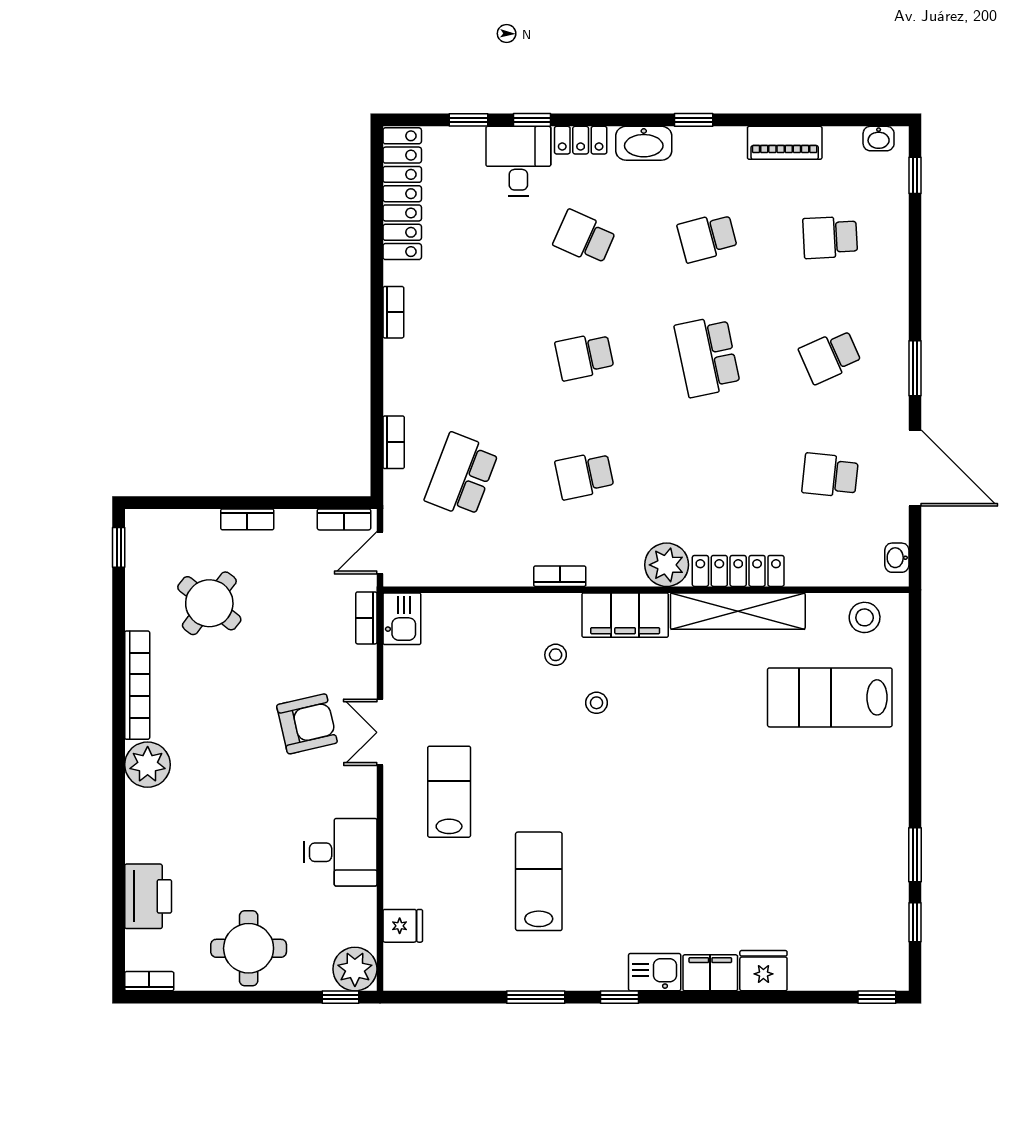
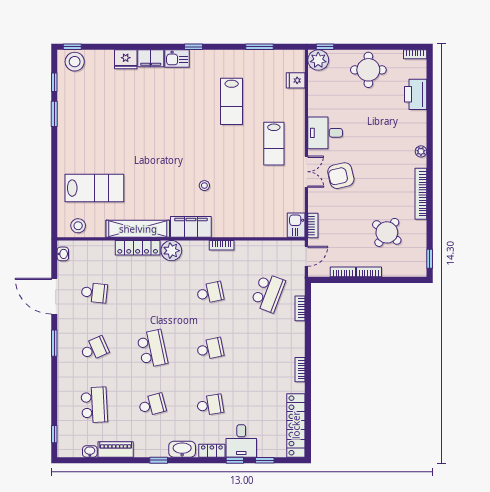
washbasin: (879, 139) -> (90, 451), moved
school desk: (584, 237) -> (210, 405), turned -33
school desk: (830, 237) -> (94, 405), width x1.85
bookcase: (344, 519) -> (343, 272), moved
stool: (556, 655) -> (75, 62), moved, width x1.89, depth x1.89
plant: (148, 765) -> (421, 151), width x0.53, depth x0.53
desk: (340, 852) -> (325, 133), moved
window: (536, 997) -> (260, 47), moved

